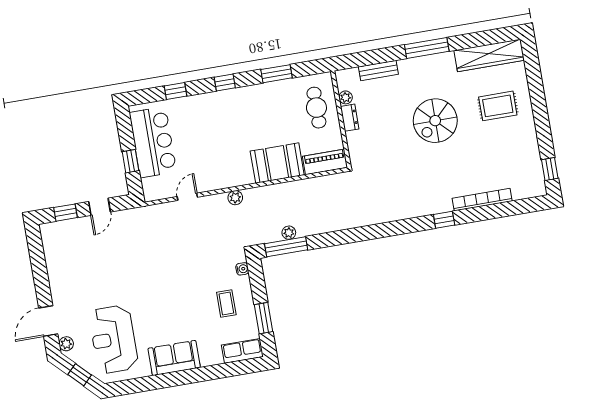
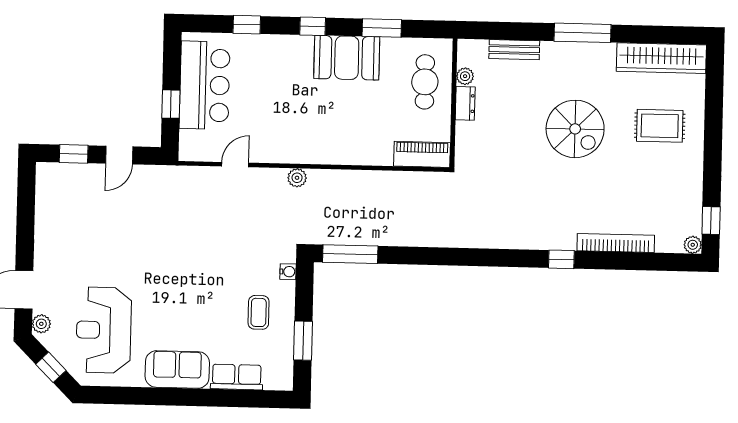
spiral stairs: (435, 121) -> (575, 129), turned -90
booth: (277, 163) -> (347, 58), moved
plant: (289, 233) -> (693, 245), moved
row of seats: (242, 351) -> (237, 377), moved

